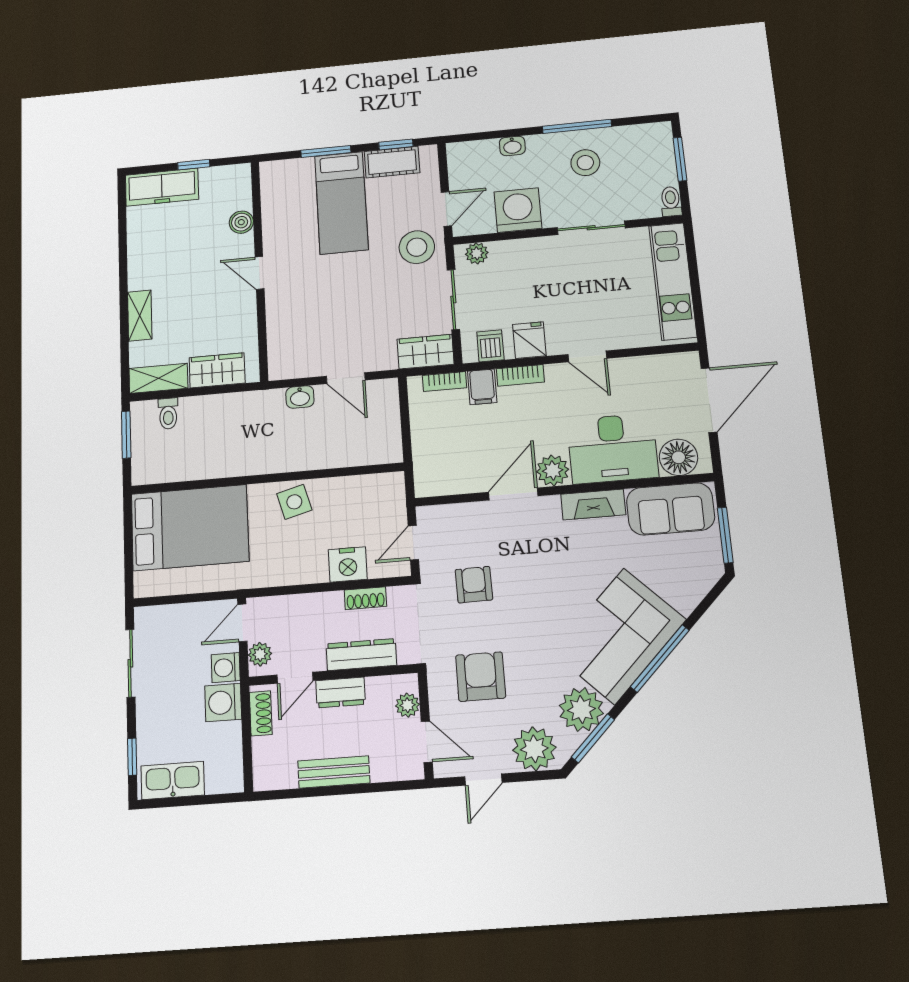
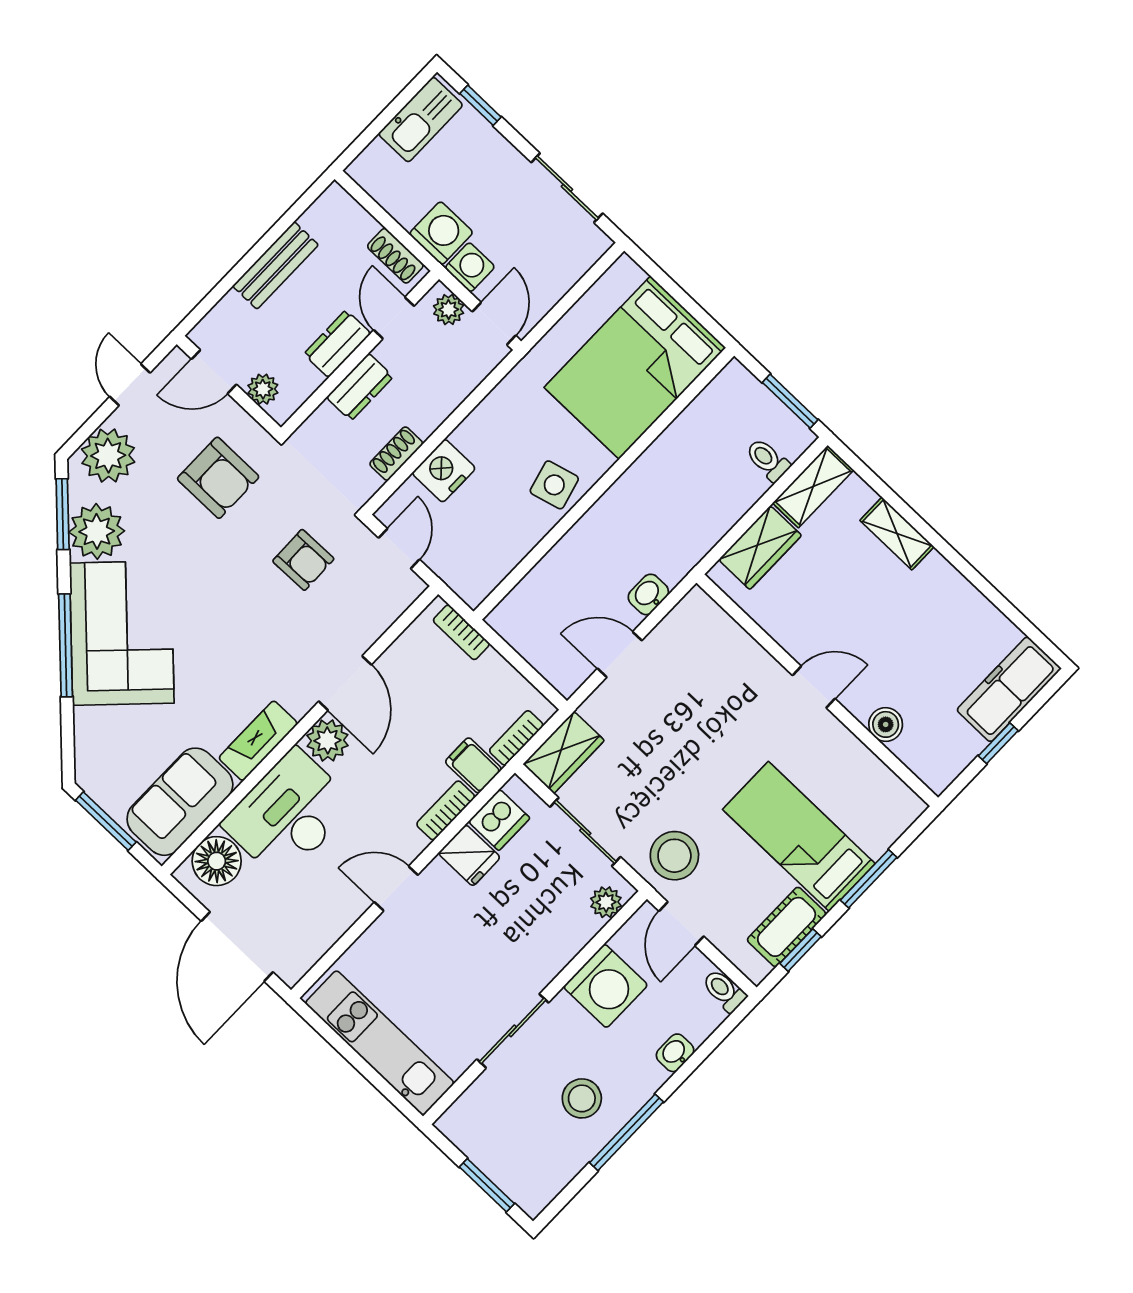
toilet: (671, 201) -> (724, 991), moved, turned 180
dishwasher: (490, 346) -> (499, 820), width x1.38
bookcase: (421, 465) -> (461, 632), added
dresser: (361, 655) -> (360, 387), width x0.70

